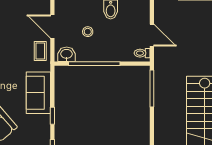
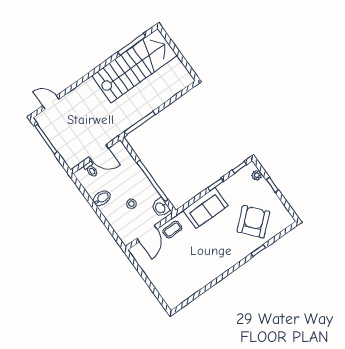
door: (152, 35) -> (99, 152), swing flipped
toilet: (142, 53) -> (91, 169), moved

